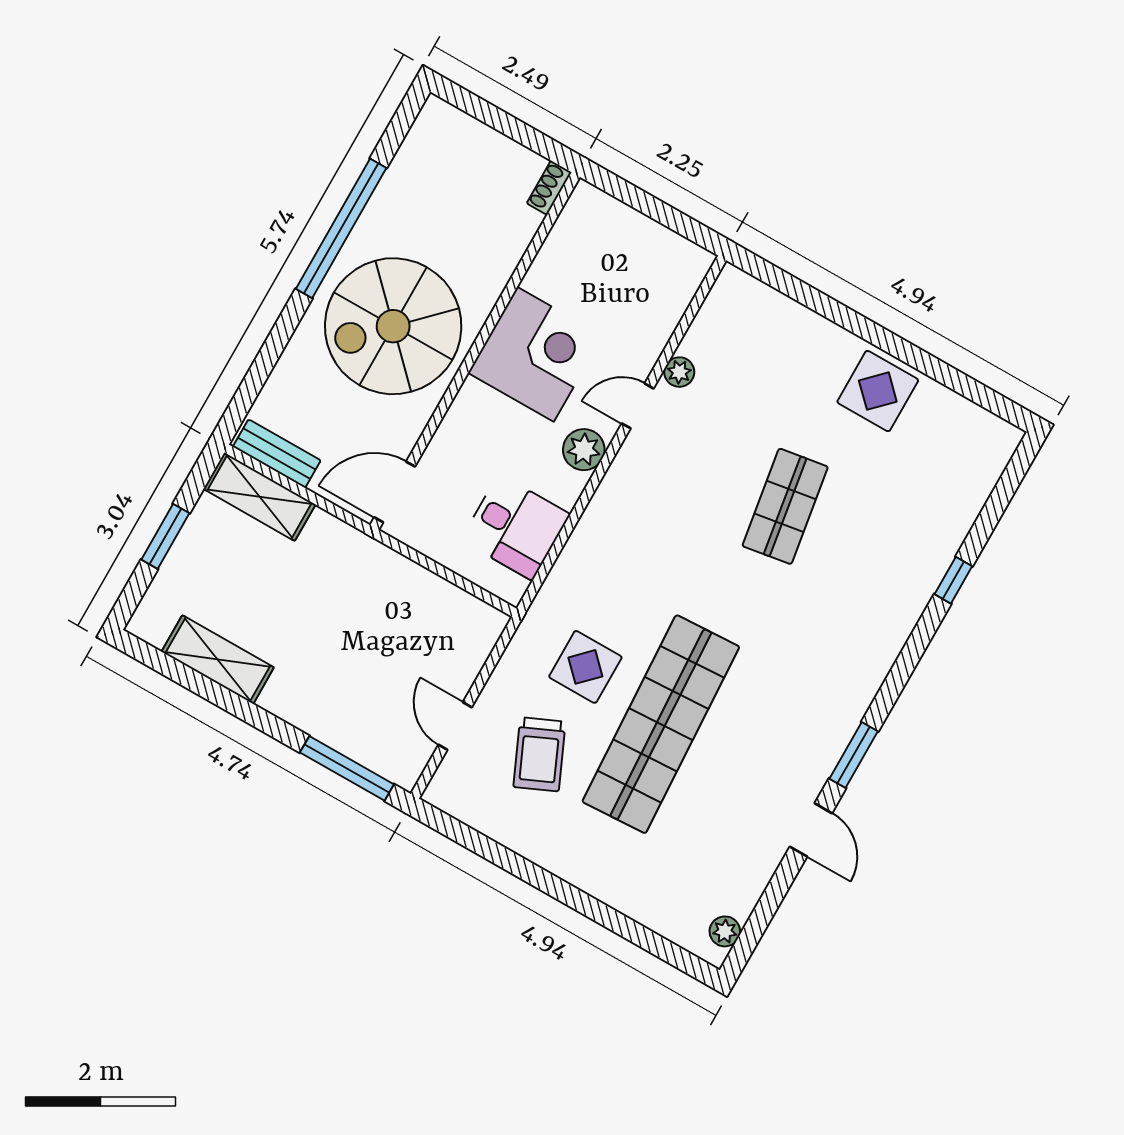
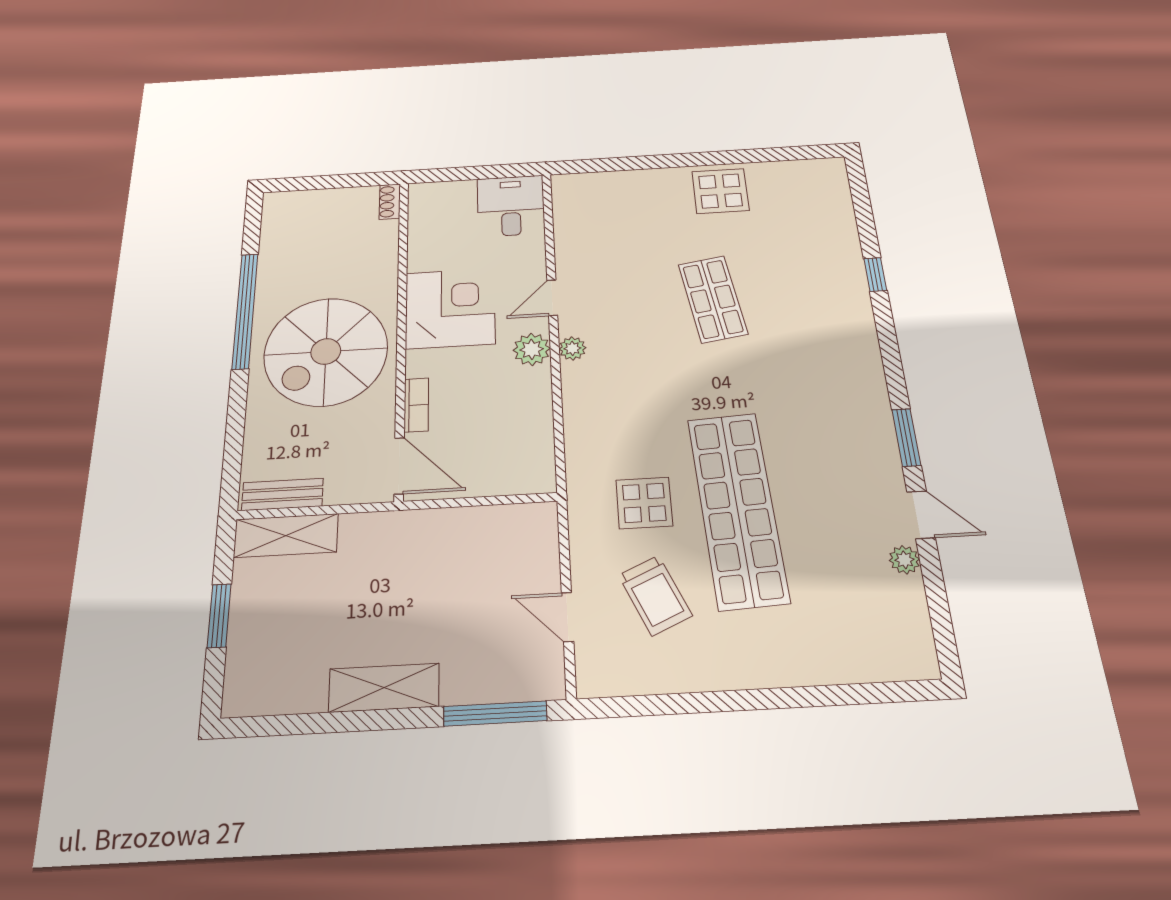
plant: (679, 372) -> (572, 348), moved
bookcase: (445, 439) -> (416, 405), added
door: (395, 492) -> (399, 466), swing flipped
desk: (515, 527) -> (511, 206), moved, turned -90
shelving: (218, 660) -> (384, 688), moved
plant: (725, 931) -> (904, 560), moved

